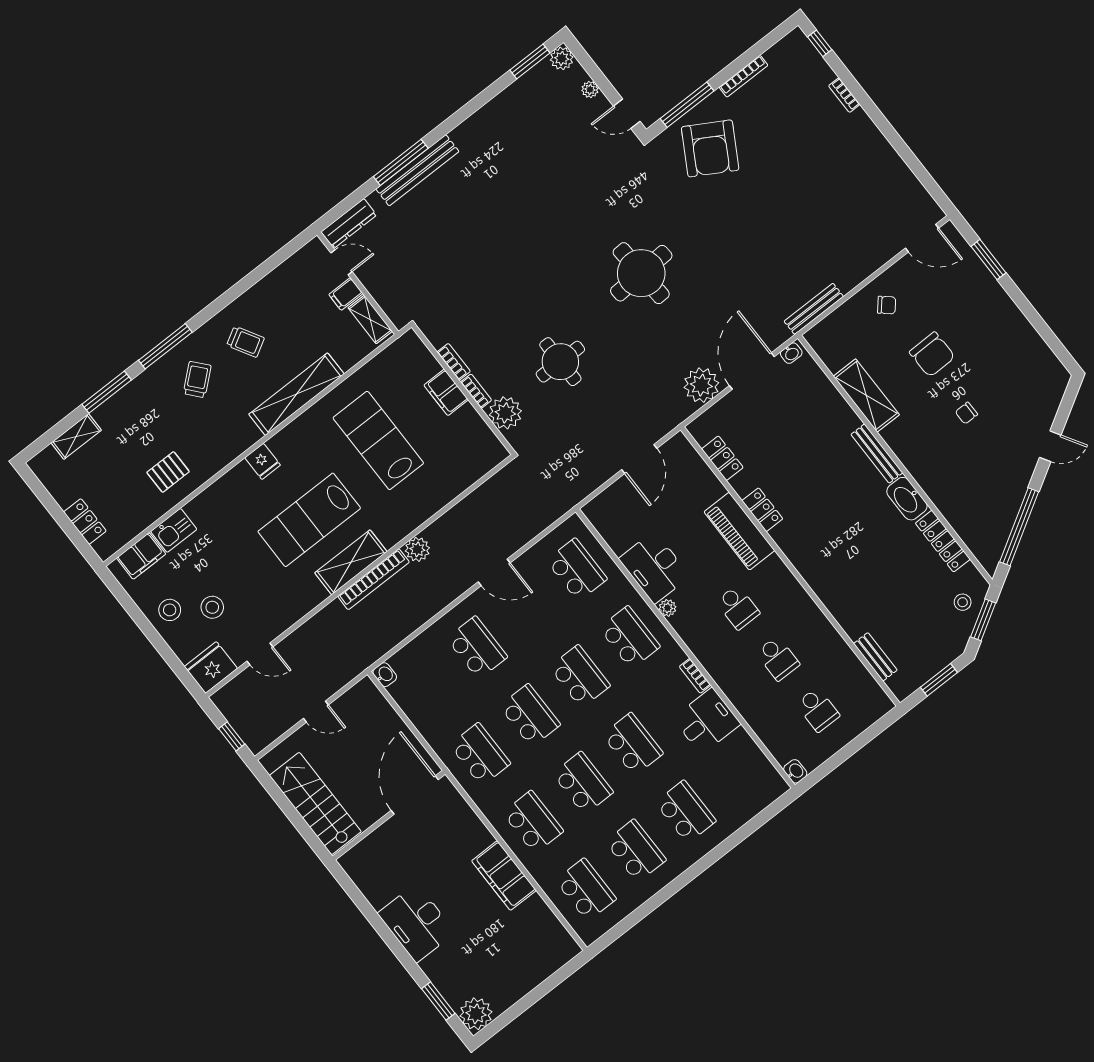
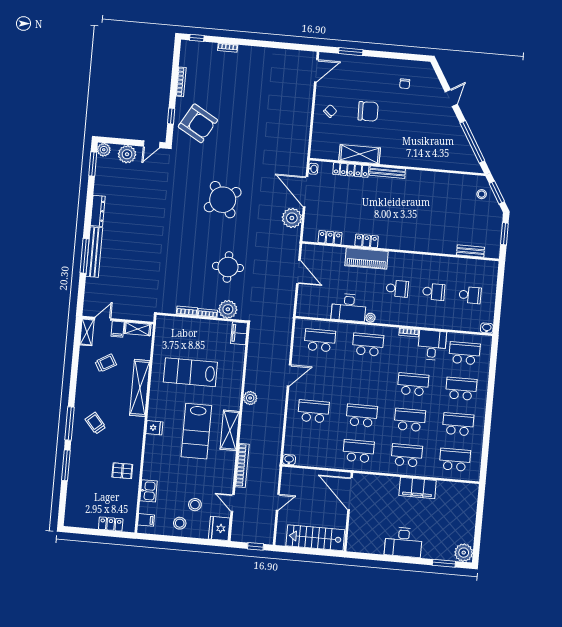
plant: (590, 89) -> (127, 154), width x1.88, depth x1.88
window: (687, 105) -> (171, 116), width x0.46
dresser: (349, 223) -> (98, 211), moved
round table: (641, 273) -> (223, 200), turned -31
bench: (814, 309) -> (304, 142), removed
trolley: (245, 342) -> (106, 363), moved
filing cabinet: (446, 392) -> (239, 333), moved, turned 90
chair: (966, 413) -> (405, 84), moved
shelving: (76, 436) -> (87, 332), moved
pallet: (168, 472) -> (122, 471), turned 90
washbasin: (907, 499) -> (418, 177), removed
locker: (943, 541) -> (351, 170), moved
filing cabinet: (141, 556) -> (146, 520), width x0.50
bookcase: (374, 579) -> (242, 465), moved
door: (260, 654) -> (233, 503), swing flipped
school desk: (580, 676) -> (464, 353), moved

